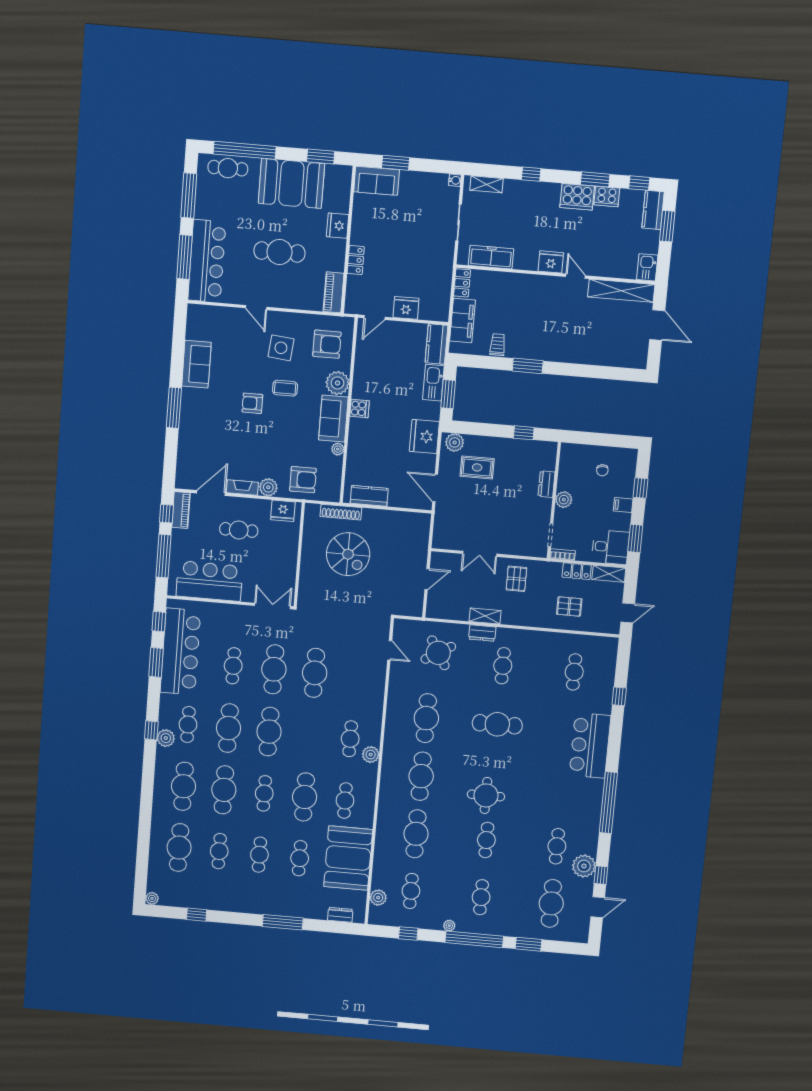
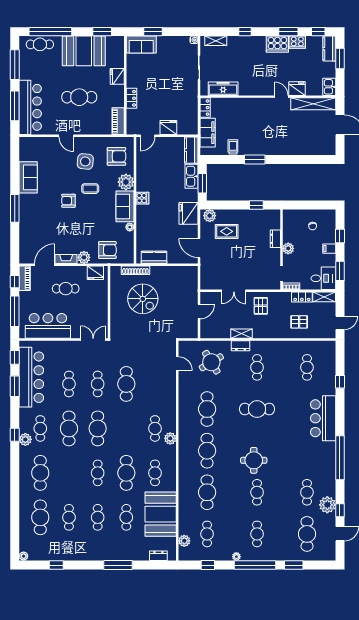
fridge: (551, 262) -> (297, 89), moved
cafe table: (274, 669) -> (98, 384), width x0.73, depth x0.74
cafe table: (224, 790) -> (69, 473), removed

